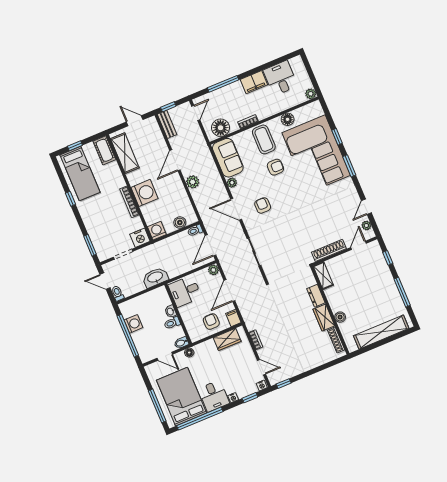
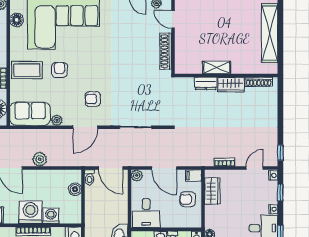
floor lamp: (288, 119) -> (17, 20), moved
washing machine: (157, 231) -> (51, 216), moved, turned 90
shelving: (323, 276) -> (217, 68), moved
boiler: (340, 317) -> (237, 68), removed

